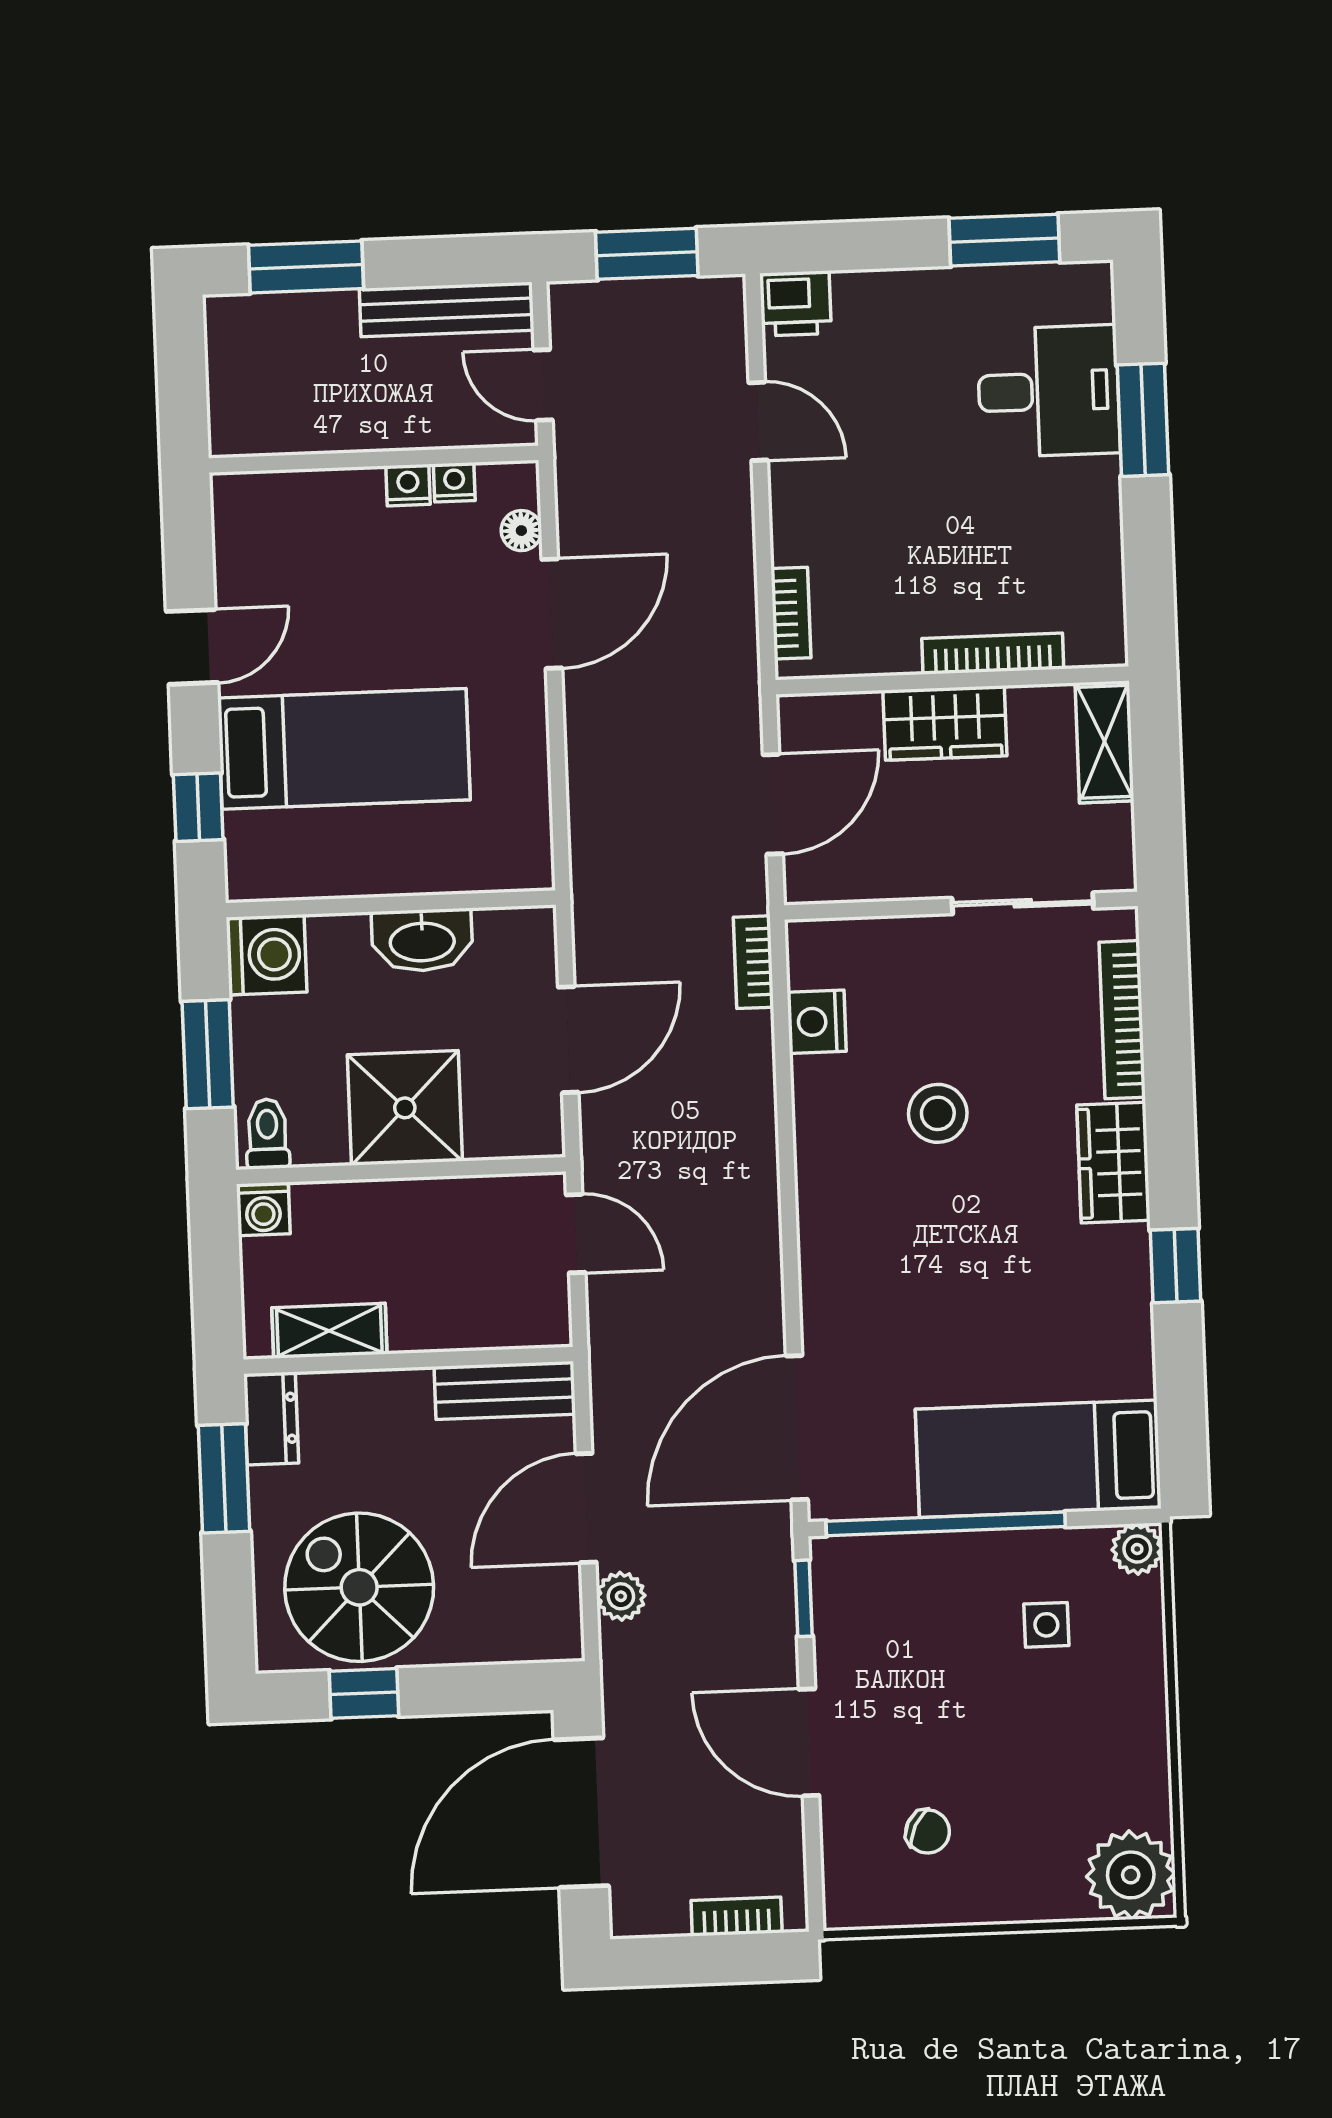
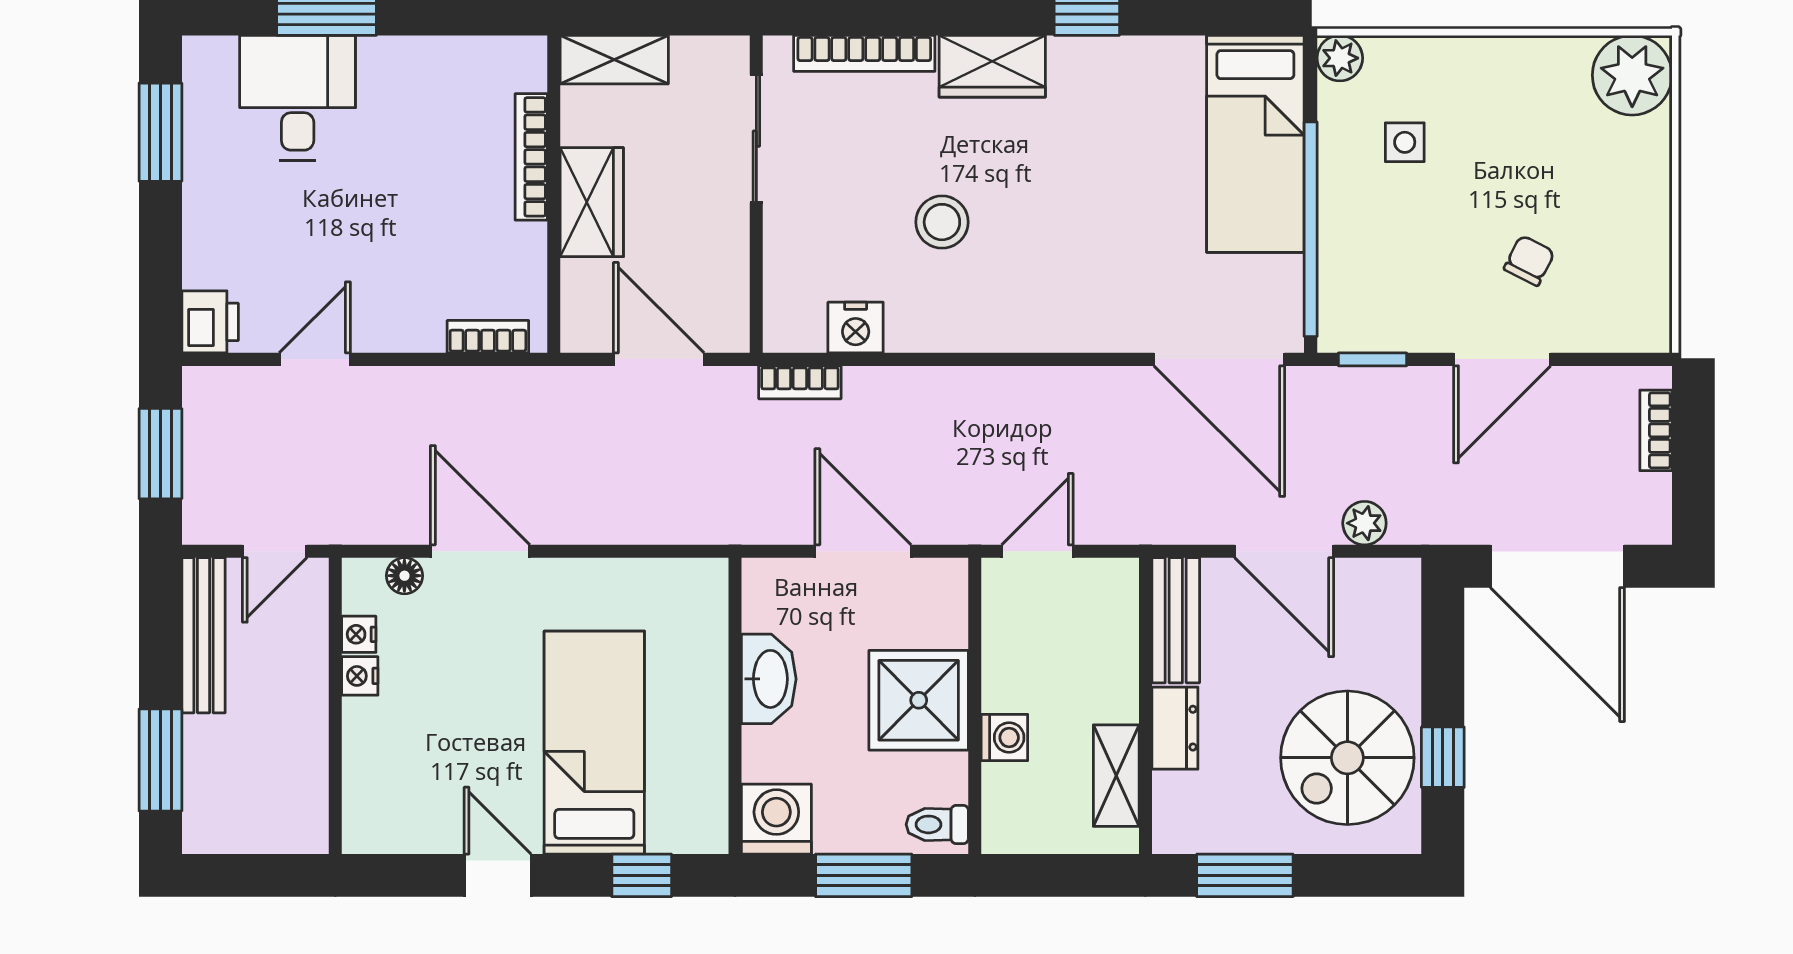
washing machine: (263, 1209) -> (1004, 737), moved
dresser: (271, 1419) -> (1175, 728), moved, turned 90
chair: (928, 1832) -> (1529, 261), moved

